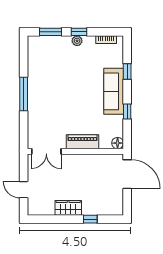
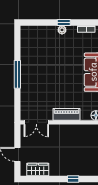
window: (50, 32) -> (40, 22), removed
wardrobe: (68, 208) -> (38, 170), moved

